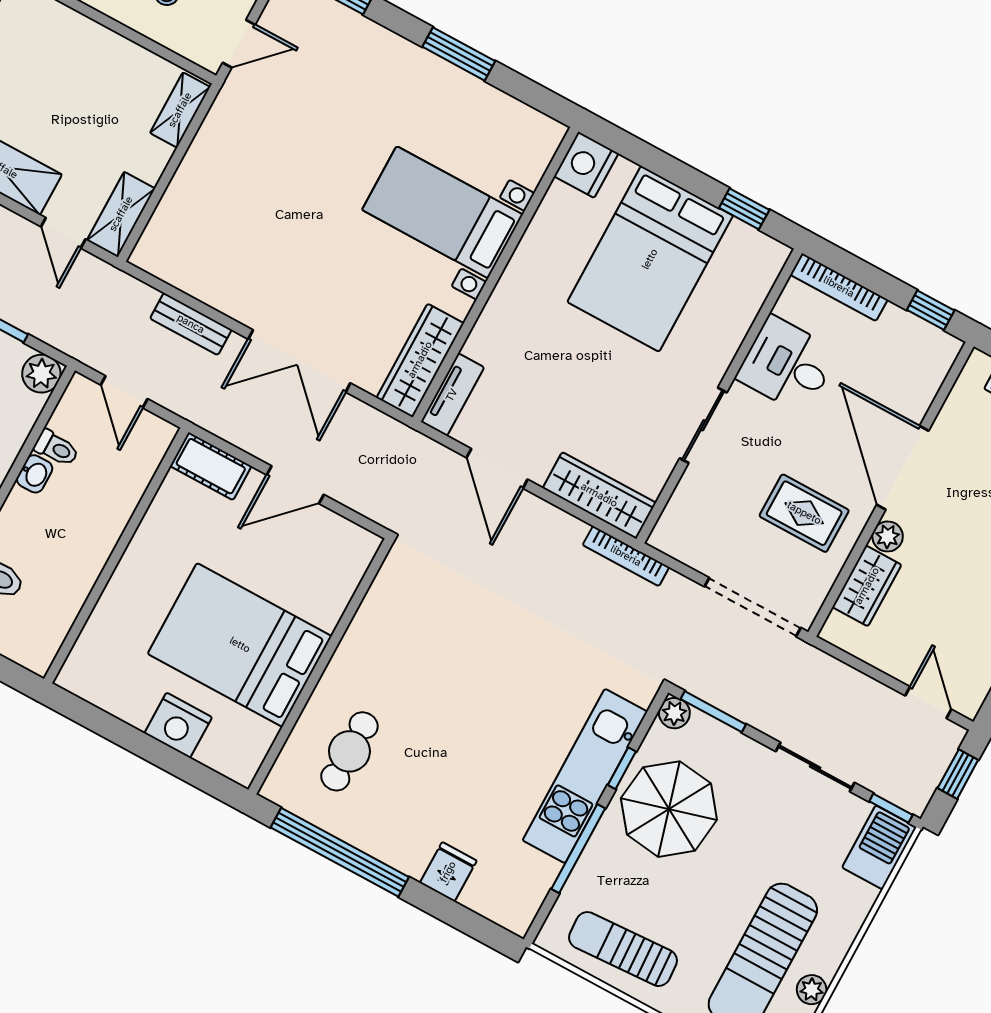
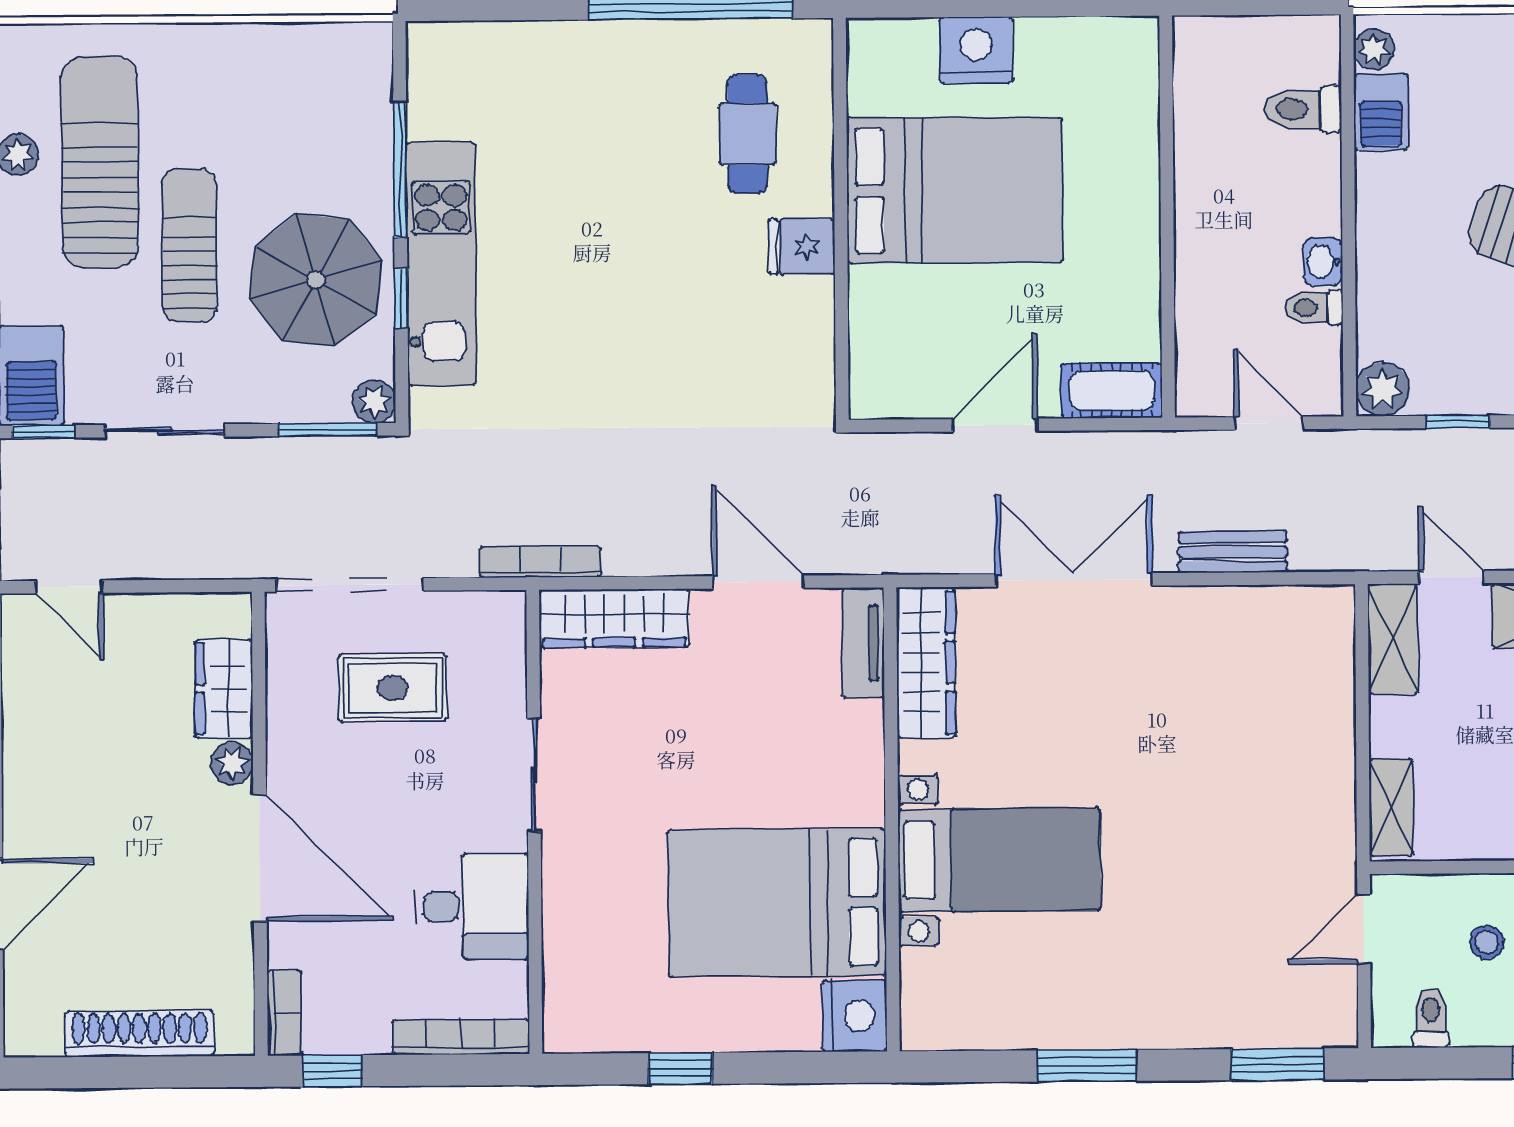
window: (744, 209) -> (680, 1068), moved
bed: (650, 259) -> (777, 903), moved, turned -90
bookcase: (941, 363) -> (284, 1013), added
rug: (804, 513) -> (393, 688), moved
fridge: (448, 872) -> (802, 247), moved, turned 90
sun lounger: (623, 949) -> (189, 245), moved, turned -87

